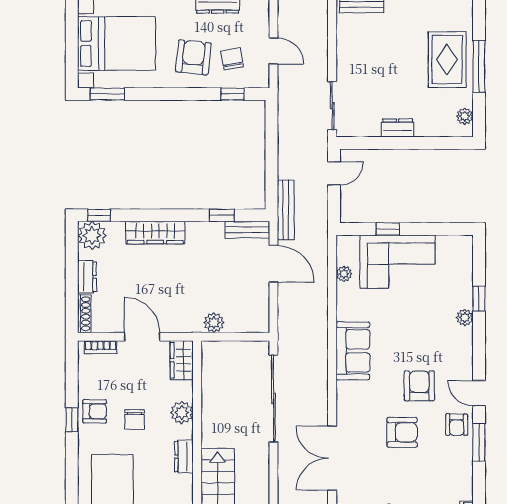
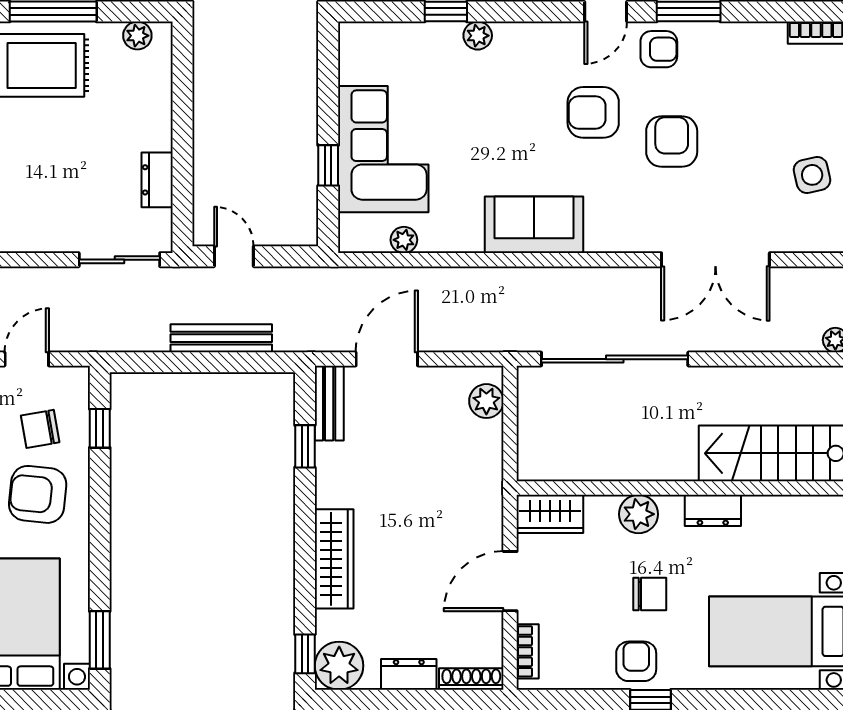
dresser: (398, 128) -> (157, 180), moved
bench: (286, 210) -> (221, 338), moved
plant: (214, 323) -> (486, 401), moved

